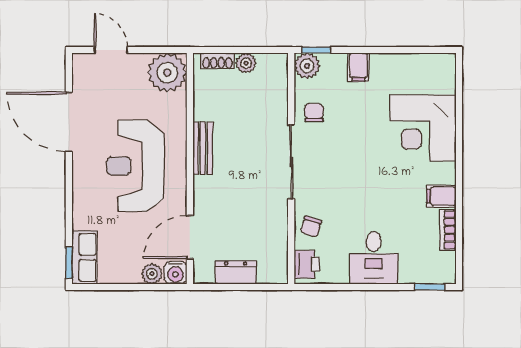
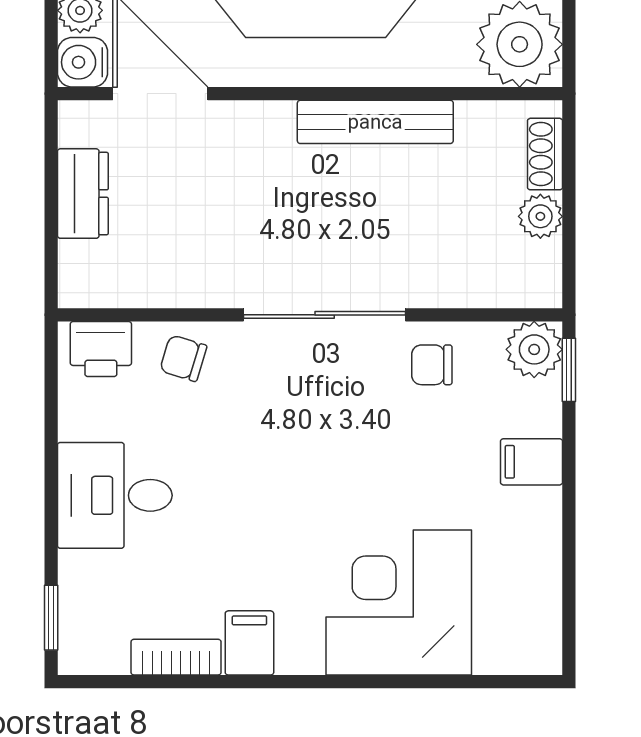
chair: (314, 113) -> (432, 365), turned 180
bench: (203, 148) -> (375, 122), width x1.36

